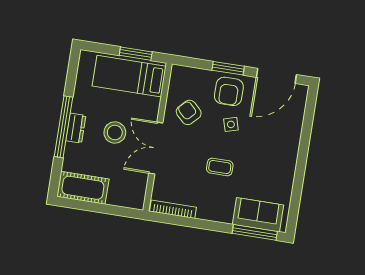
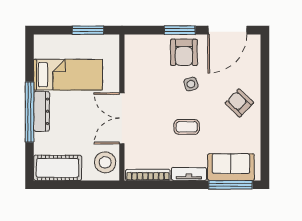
bed: (129, 76) -> (68, 75), moved, turned 180
armchair: (189, 112) -> (239, 103), moved
dresser: (76, 128) -> (42, 111), width x1.44
stool: (115, 133) -> (105, 162), moved
tv unit: (214, 215) -> (189, 174), added

